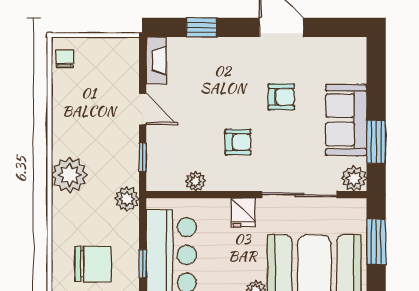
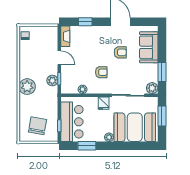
sofa: (346, 120) -> (149, 47), moved
plant: (127, 199) -> (52, 80), moved
chair: (93, 264) -> (37, 126), turned -80

